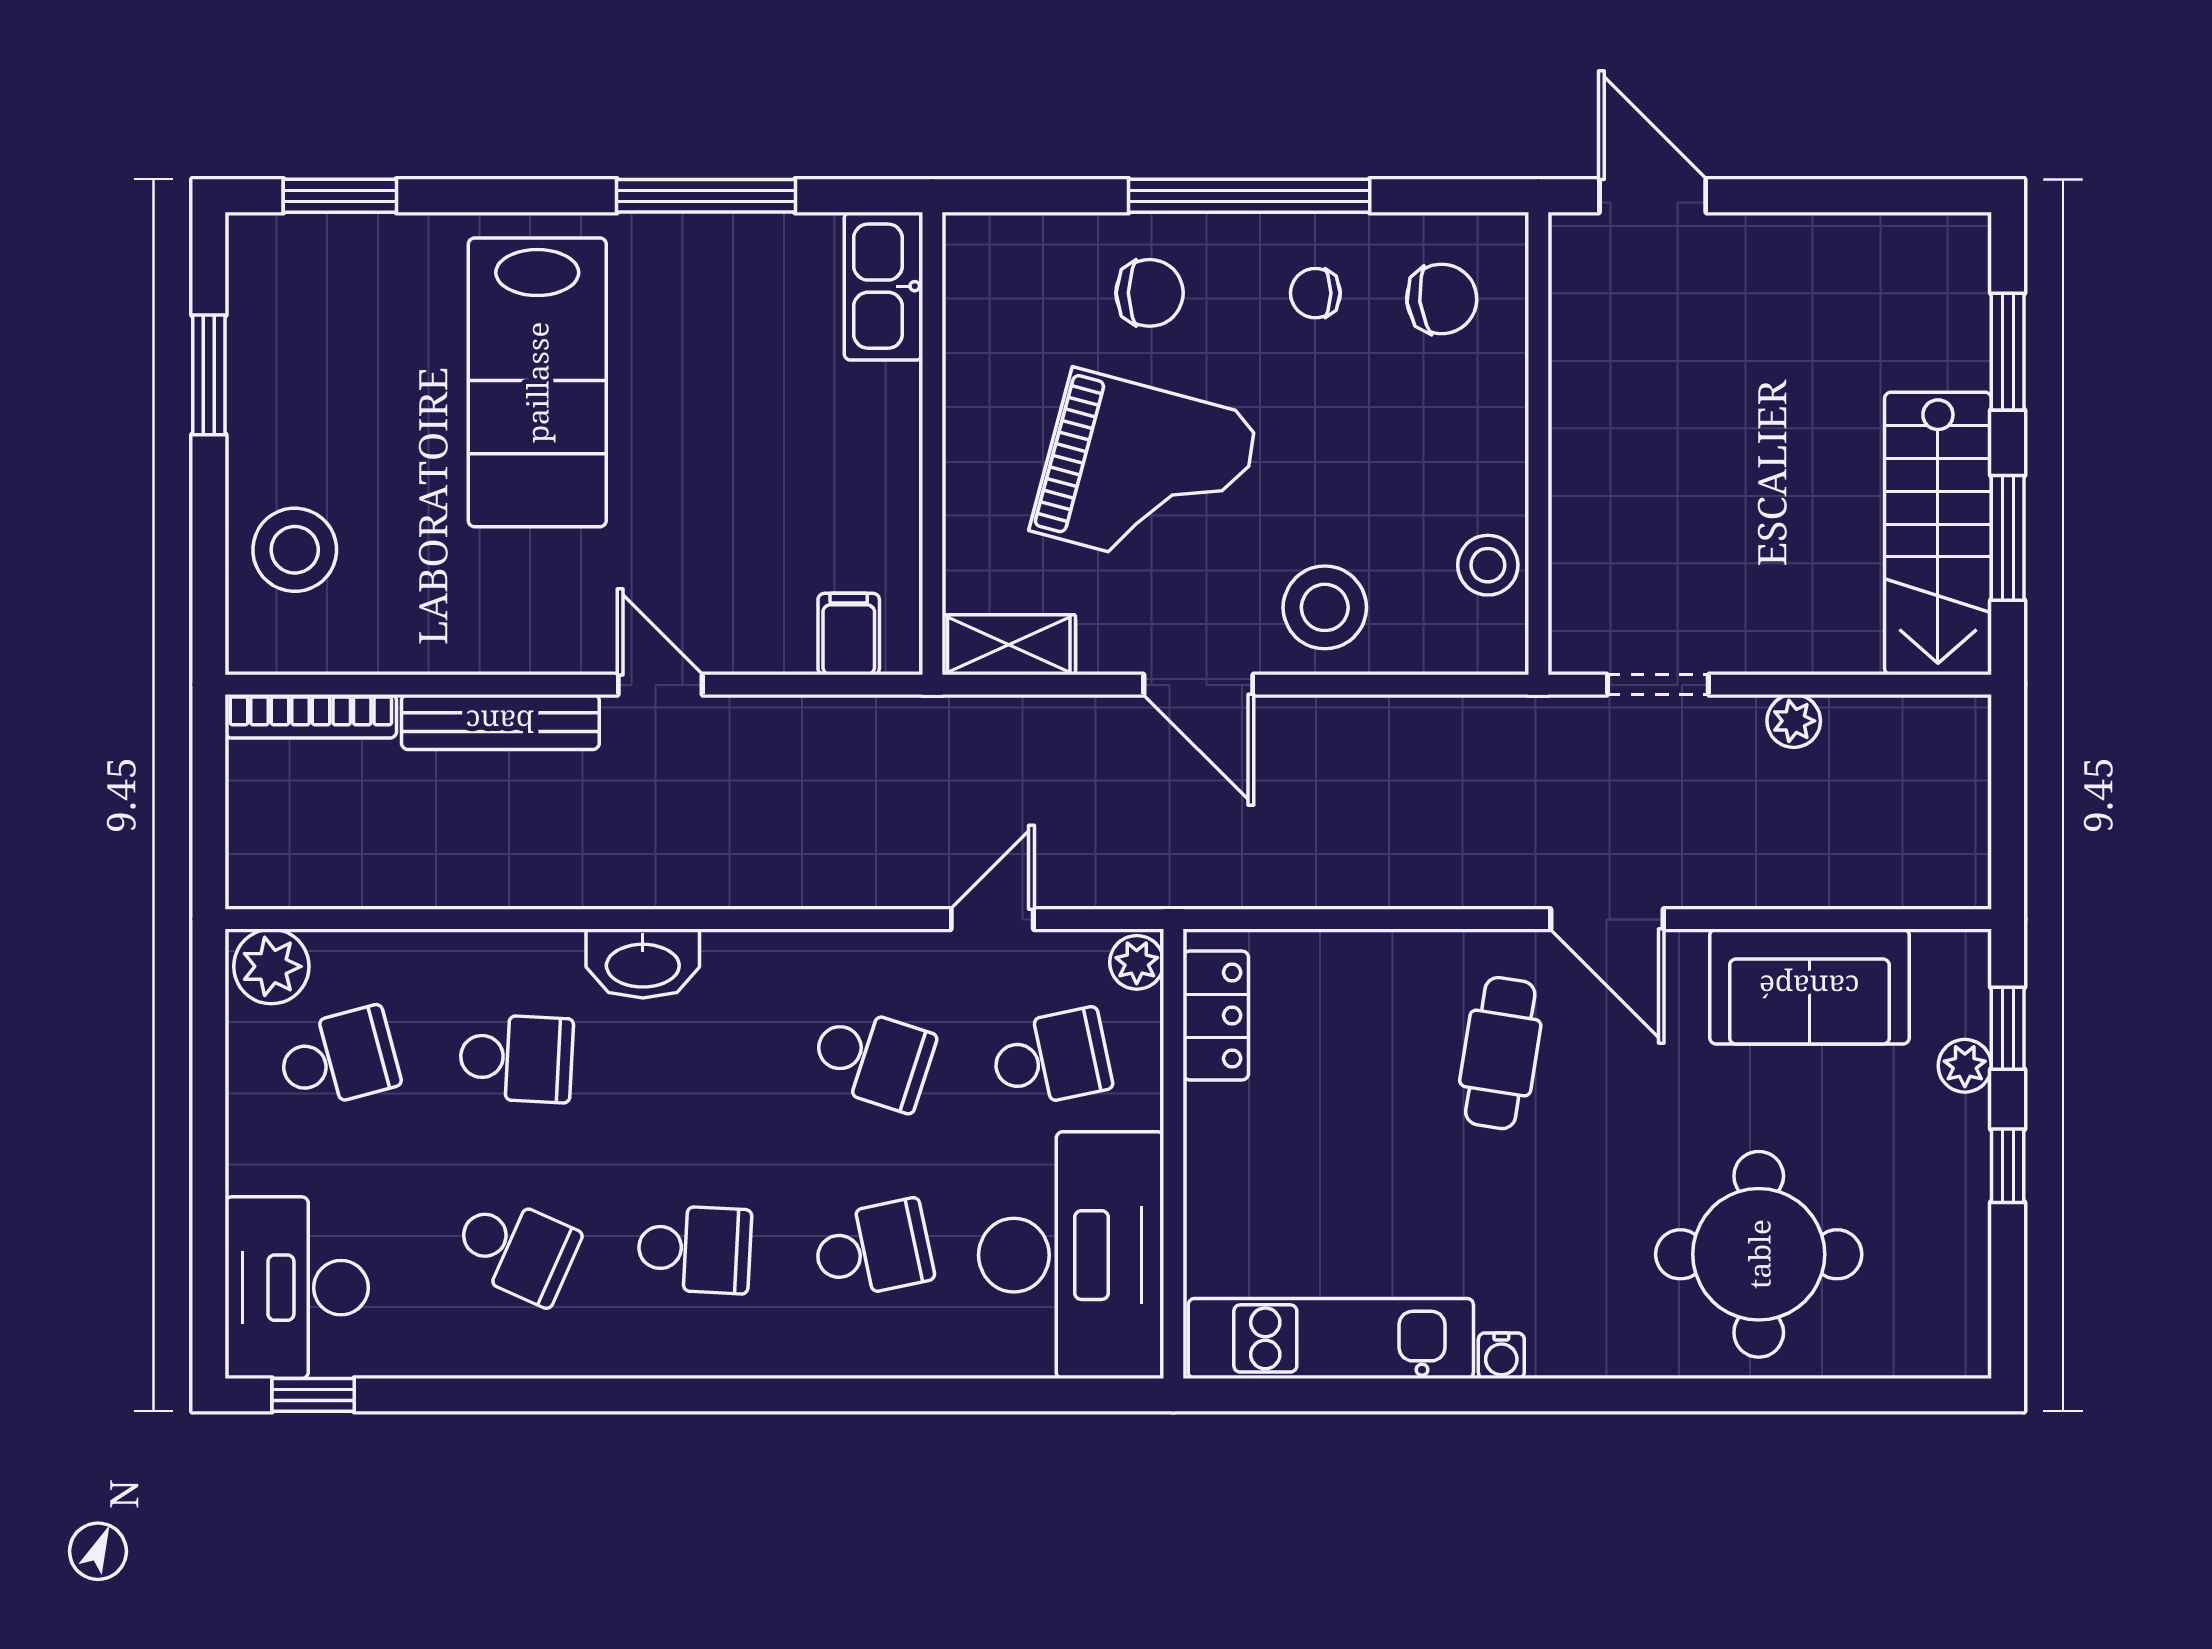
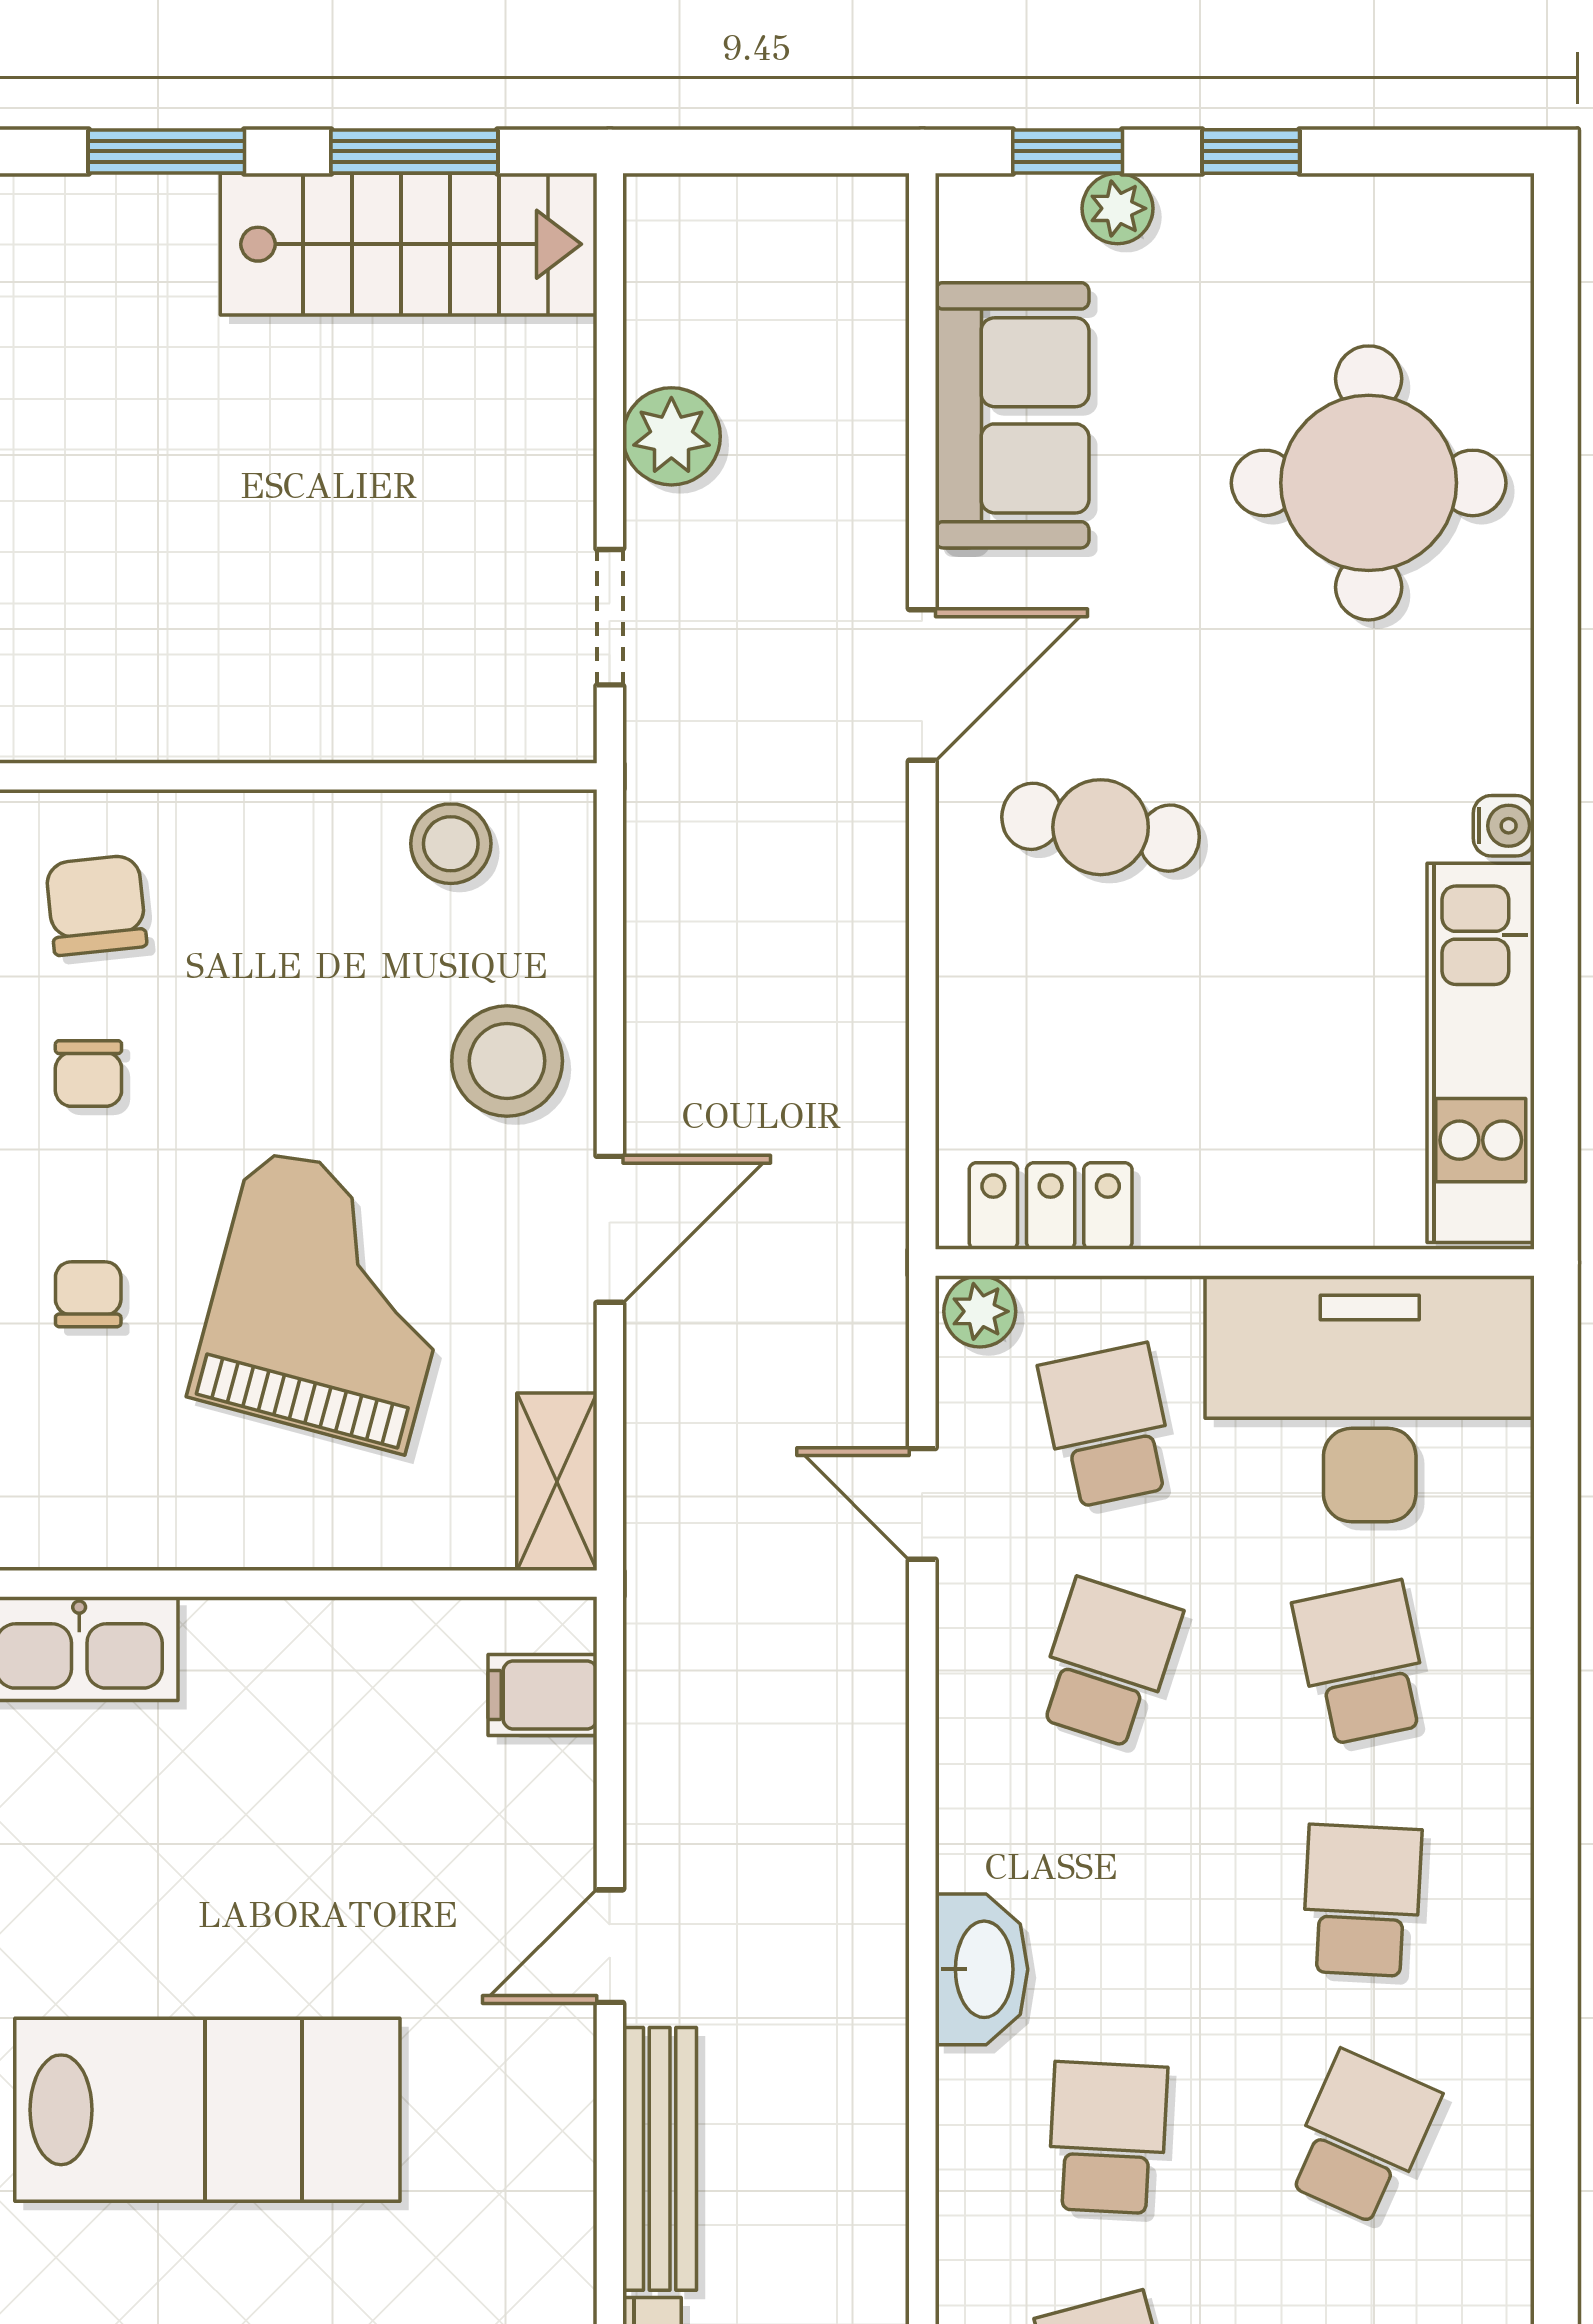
chair: (1150, 293) -> (88, 1294), width x0.73, depth x0.73
plant: (1794, 721) -> (671, 436), width x1.38, depth x1.38

